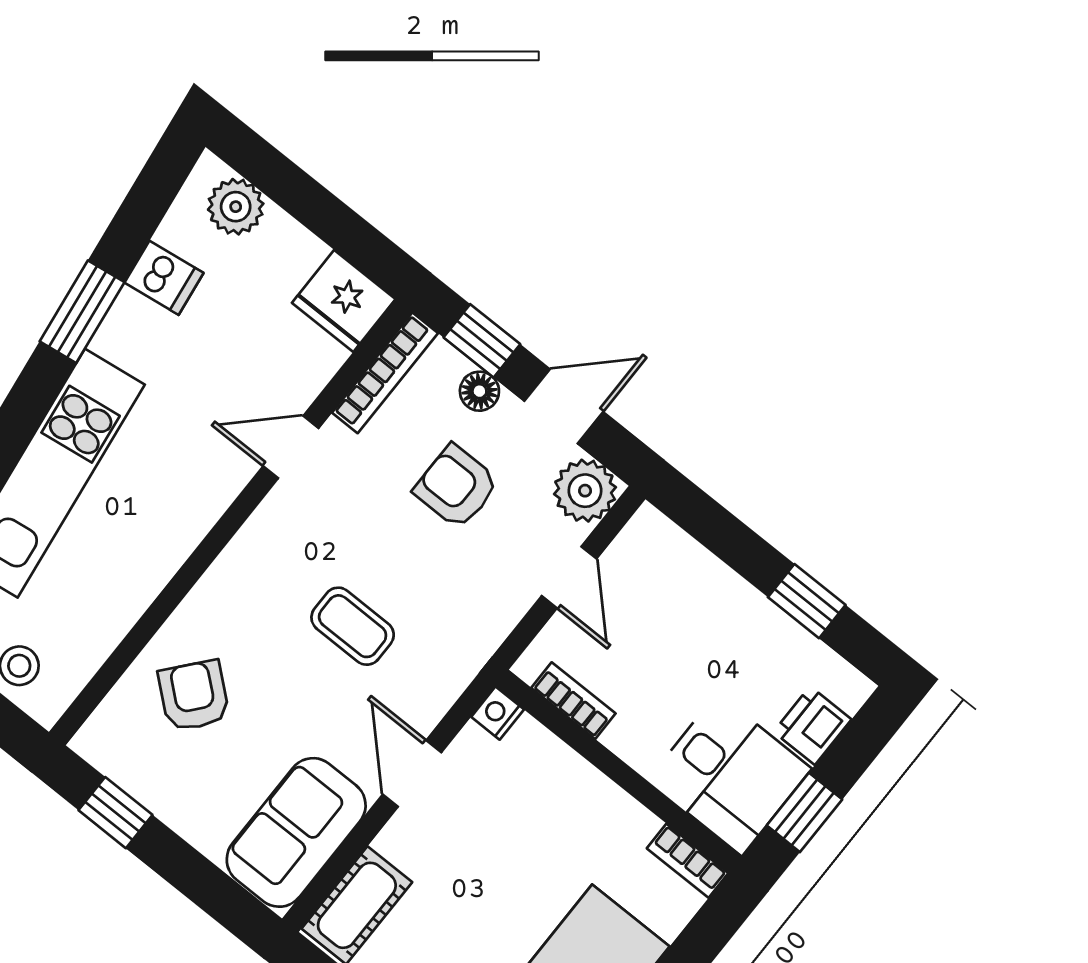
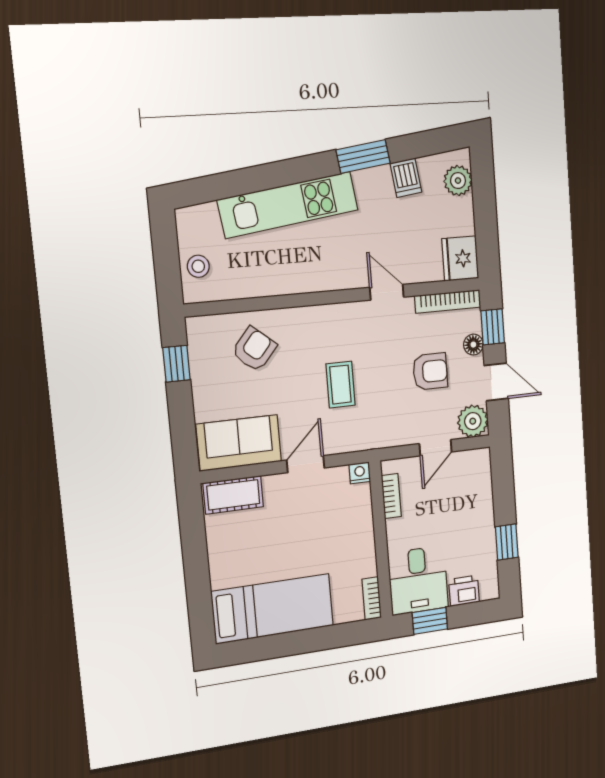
armchair: (456, 487) -> (430, 371), turned 90

